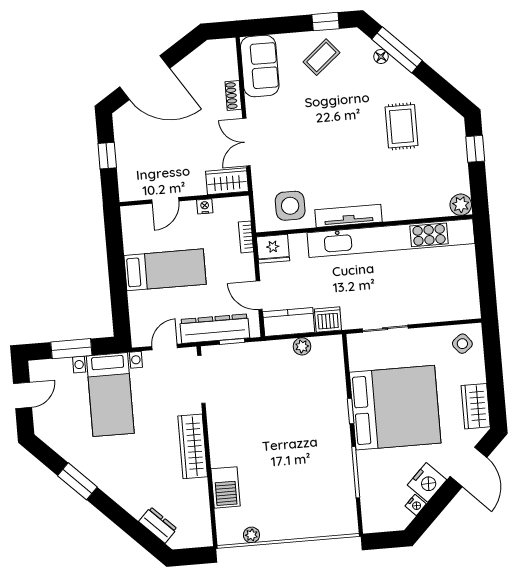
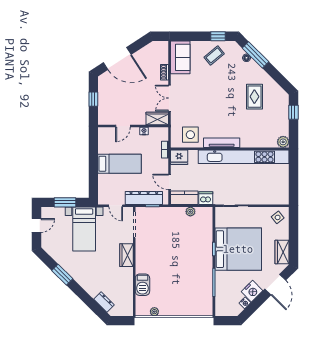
door: (165, 347) -> (116, 206), swing flipped
wardrobe: (193, 446) -> (126, 255), width x0.67

